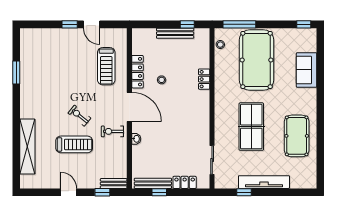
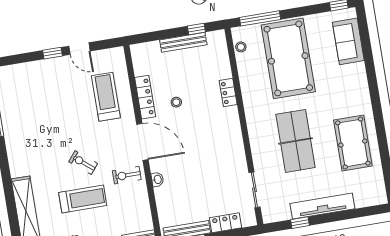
treadmill: (106, 66) -> (106, 97), turned 180
sofa: (307, 70) -> (348, 41), moved

